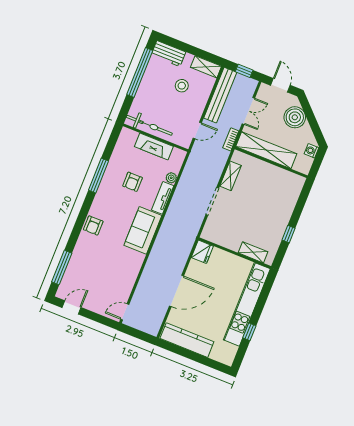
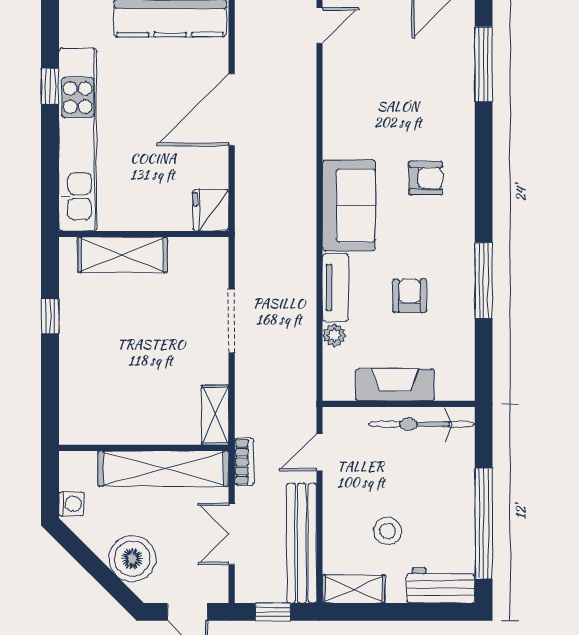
shelving: (231, 176) -> (215, 415), moved
armchair: (93, 225) -> (426, 178), moved, turned 90
shelving: (253, 252) -> (122, 255), width x1.50, depth x1.33

